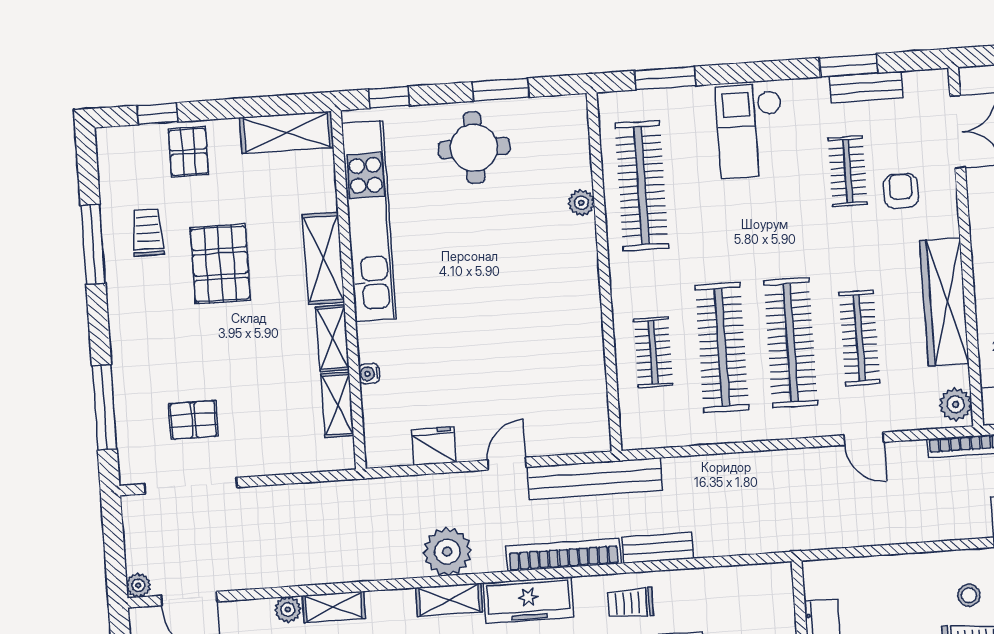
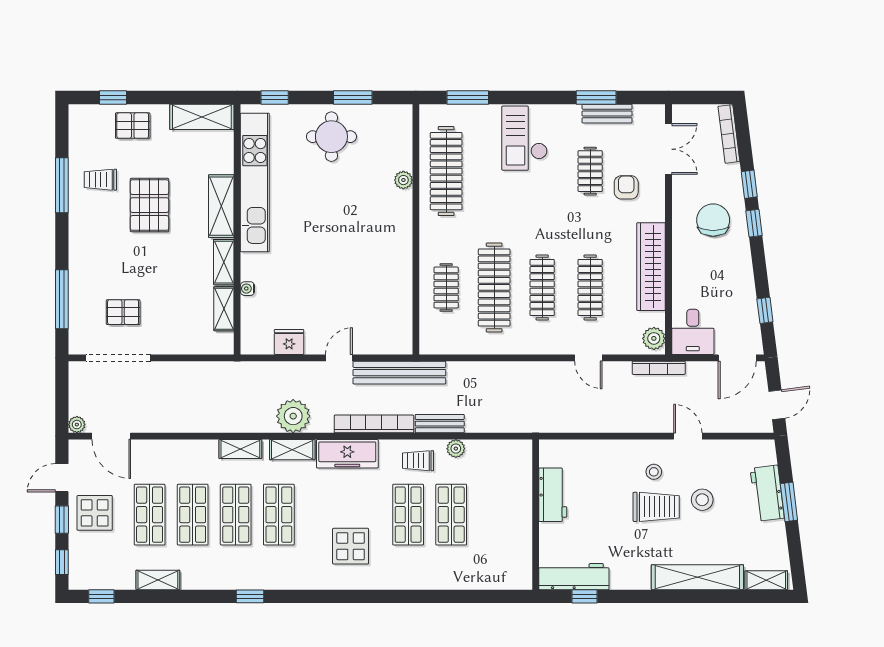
pallet: (188, 152) -> (133, 126), turned 90
trolley: (148, 233) -> (100, 180), turned -90
clothes rail: (791, 343) -> (542, 287), width x0.73, depth x0.76
shelving: (334, 607) -> (240, 449), moved
plant: (288, 609) -> (456, 449), moved

